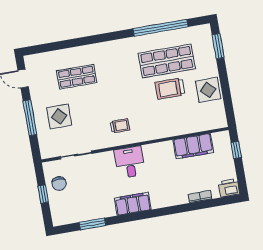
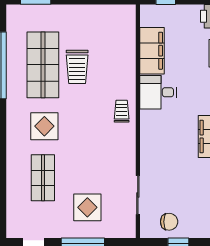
display table: (208, 90) -> (44, 126), moved
trolley: (120, 126) -> (122, 111), moved
desk: (130, 162) -> (158, 92), moved

